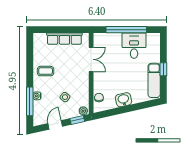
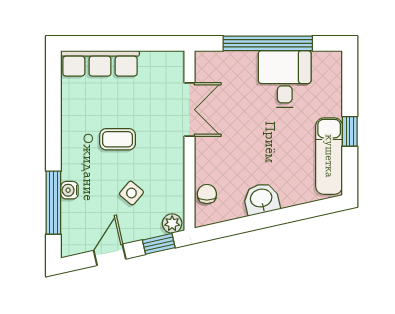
row of seats: (64, 39) -> (100, 63), moved
coffee table: (46, 71) -> (118, 139), moved

